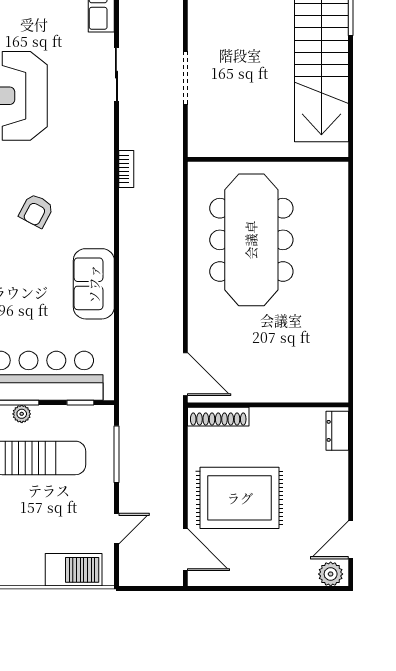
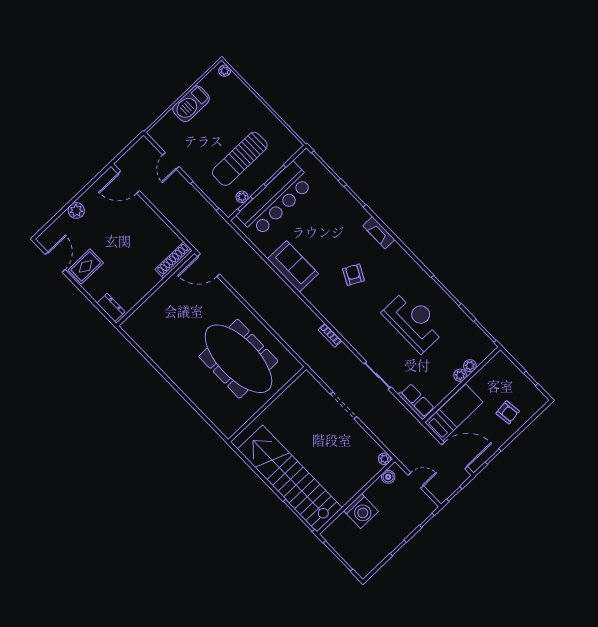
plant: (22, 414) -> (242, 197), moved
rug: (240, 498) -> (86, 266), moved, width x0.54, depth x0.49
barbecue: (74, 570) -> (191, 104), moved
plant: (331, 574) -> (76, 211), moved

